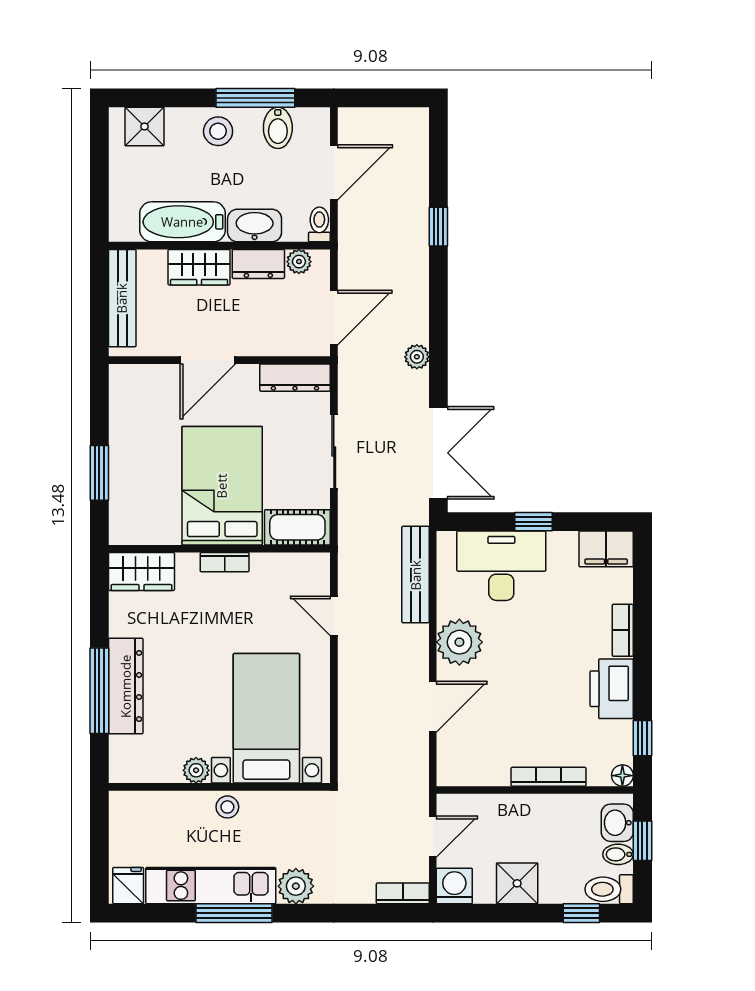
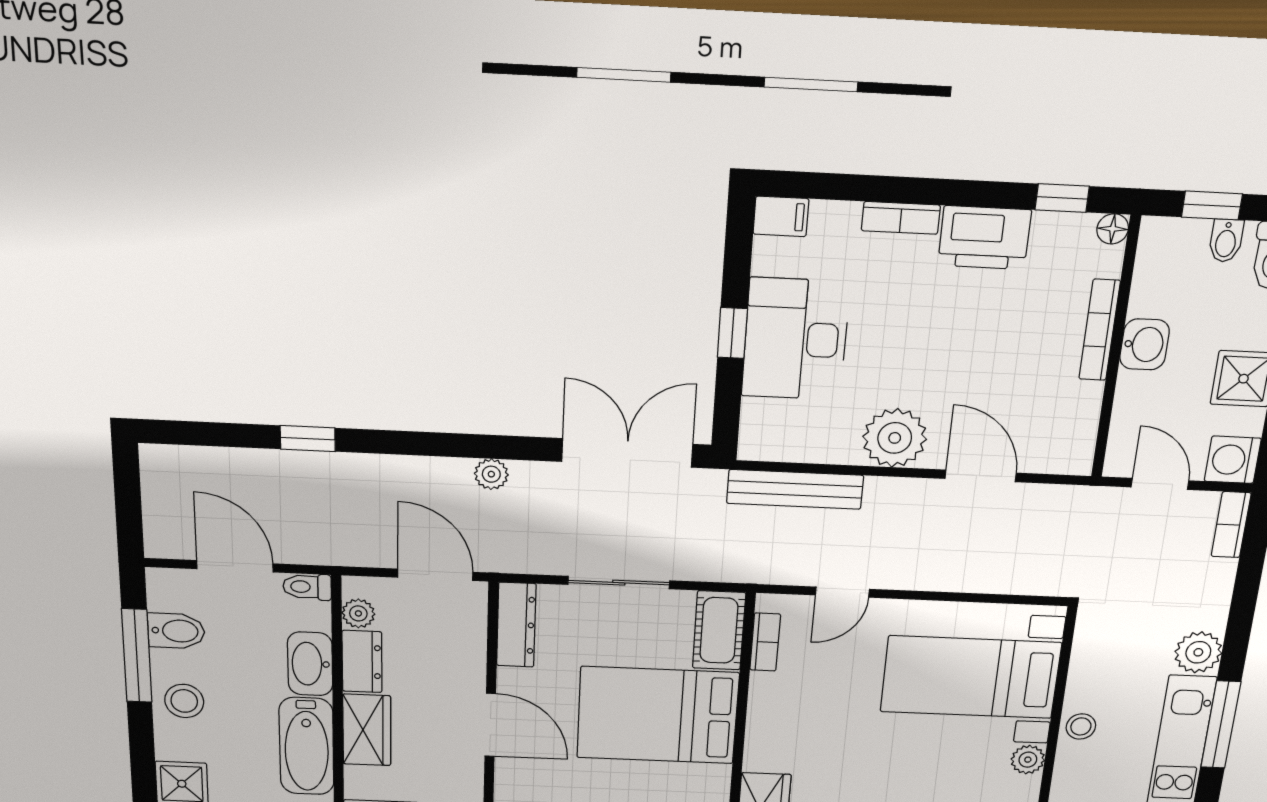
filing cabinet: (606, 549) -> (781, 216), width x0.50
bookcase: (225, 562) -> (765, 642), moved
desk: (501, 566) -> (795, 339), moved
washbasin: (617, 823) -> (1144, 344), moved, turned -90

